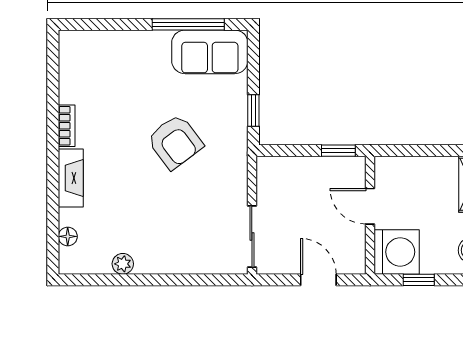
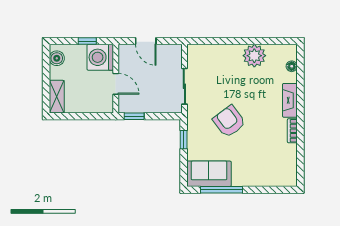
sliding door: (252, 236) -> (184, 86), moved
plant: (123, 264) -> (254, 56), width x1.88, depth x1.88

